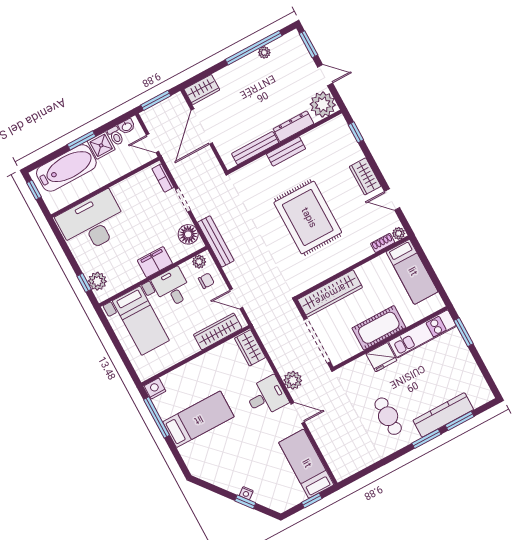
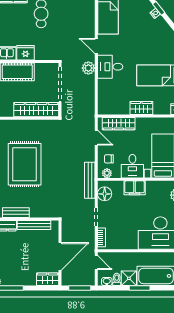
wardrobe: (250, 348) -> (141, 108), moved, turned -90

